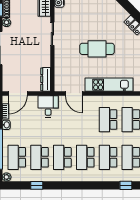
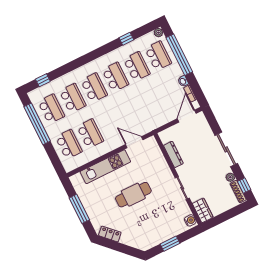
dresser: (46, 79) -> (173, 154), moved
desk: (48, 106) -> (152, 118), removed

